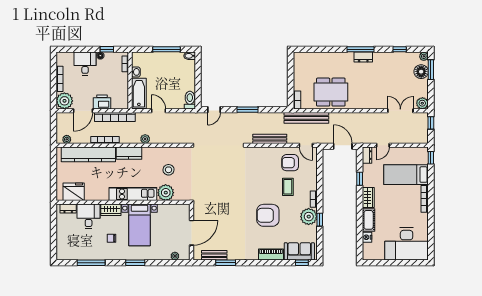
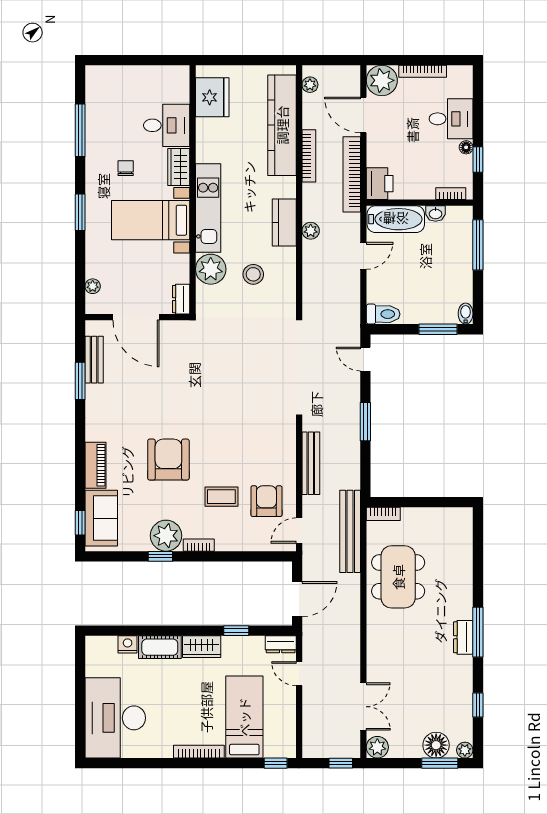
window: (167, 49) -> (478, 245), moved
window: (198, 71) -> (438, 329), added
printer: (102, 102) -> (380, 184), moved
kitchen counter: (129, 153) -> (284, 223), moved
dresser: (68, 208) -> (181, 299), moved

